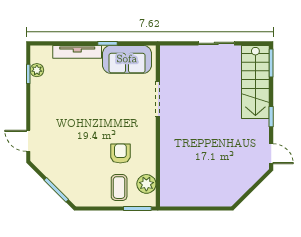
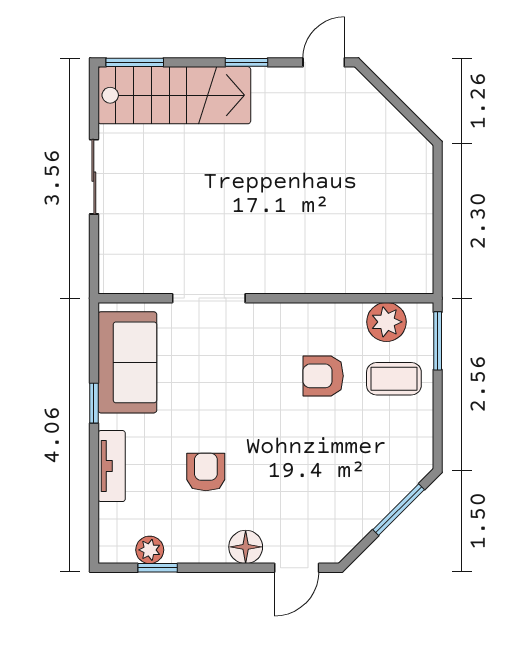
tv unit: (77, 52) -> (112, 466), width x0.71
armchair: (74, 97) -> (206, 472), added
floor lamp: (38, 116) -> (246, 547), added

